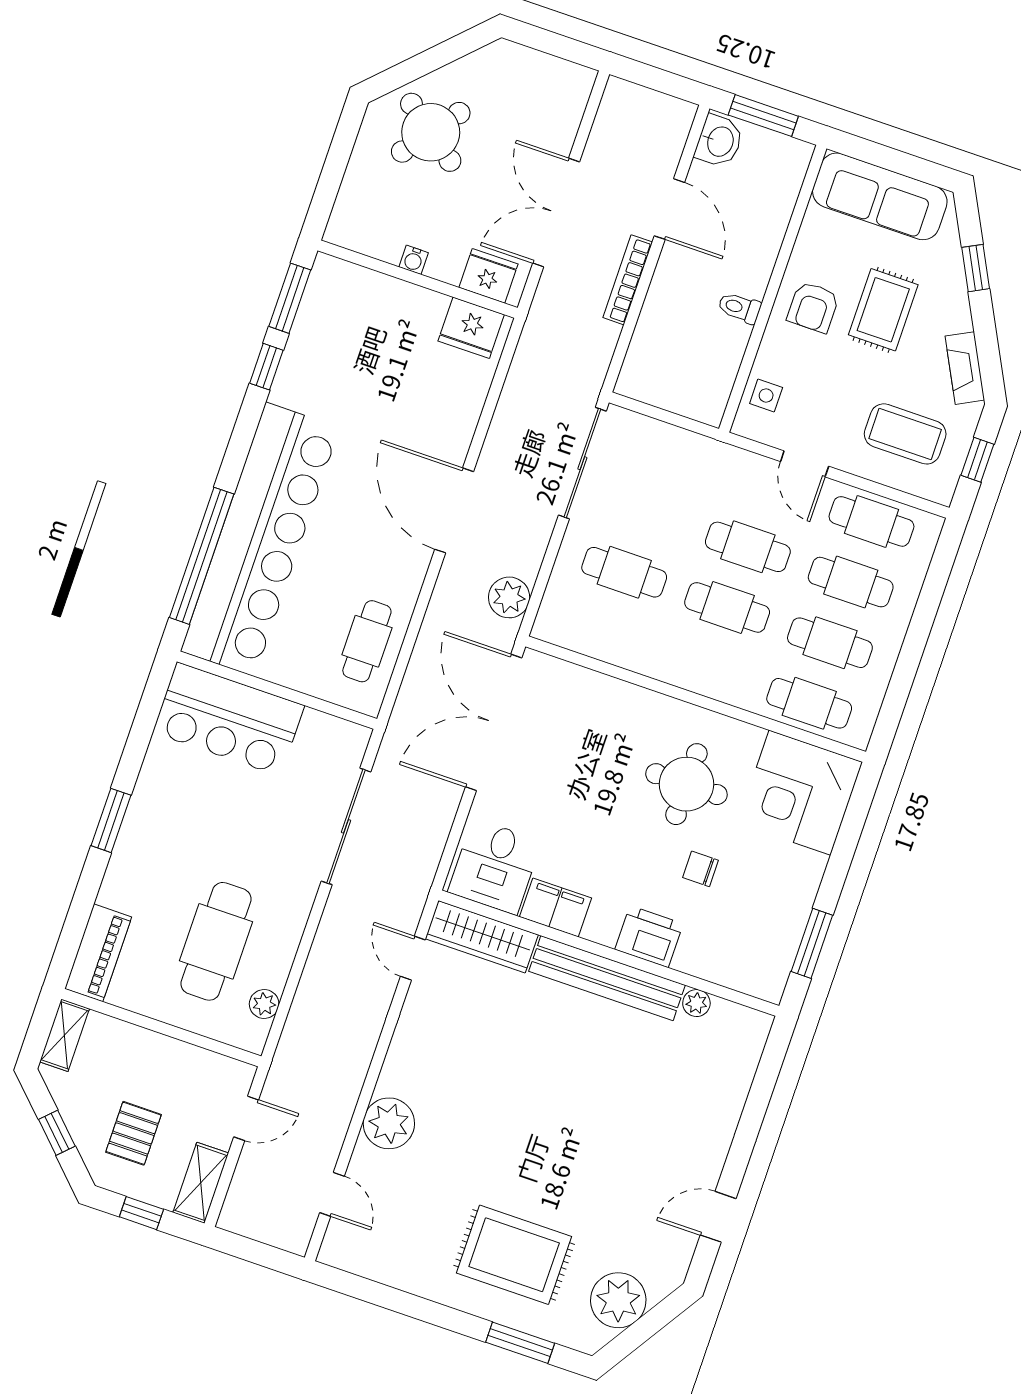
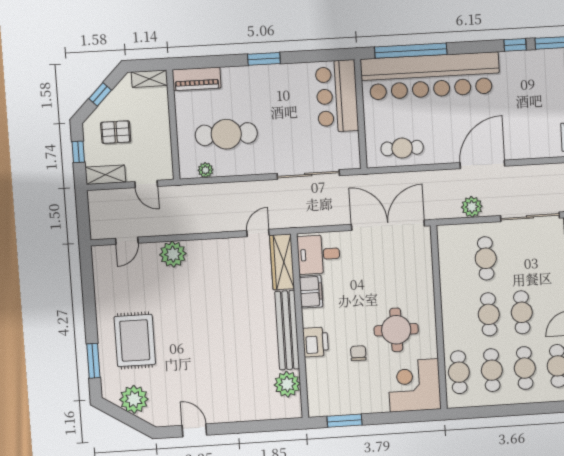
plant: (509, 597) -> (472, 207), moved
plant: (696, 1003) -> (287, 384), width x1.88, depth x1.88

